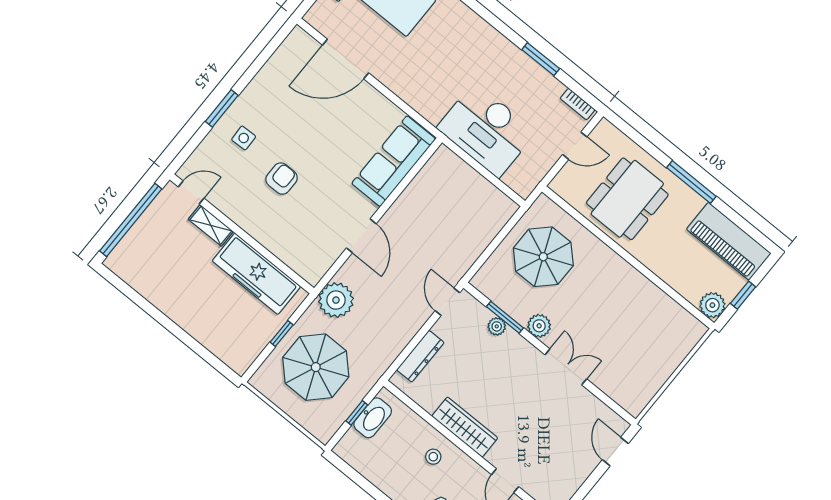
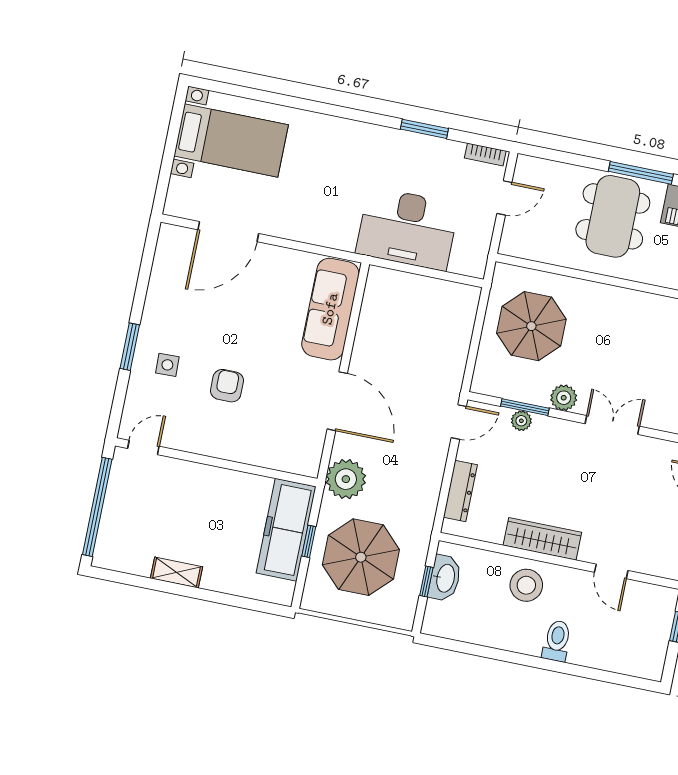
dining table: (627, 199) -> (613, 216), moved
shelving: (211, 225) -> (176, 573), moved
door: (361, 236) -> (337, 401), width x1.36
freezer: (256, 274) -> (286, 530), moved, turned 90
door: (447, 302) -> (459, 422), swing flipped
stool: (433, 457) -> (526, 585), width x1.89, depth x1.89

